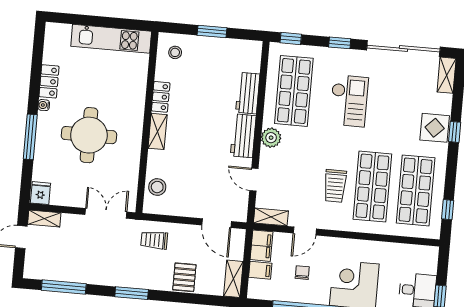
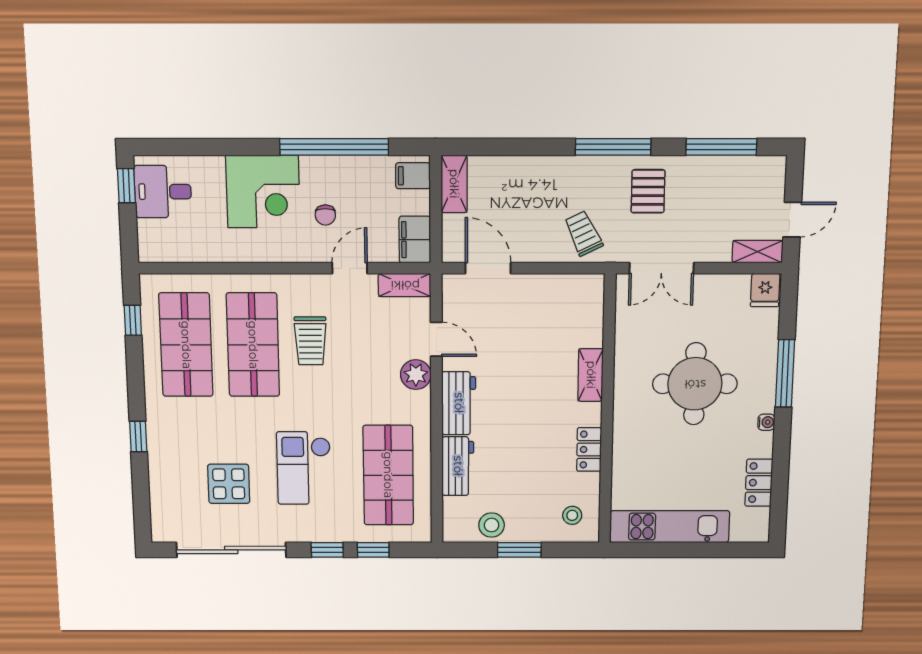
window: (291, 38) -> (373, 550), moved
shelving: (447, 75) -> (162, 517), removed
locker: (49, 81) -> (759, 483), moved
display table: (435, 128) -> (229, 484), moved
shelving: (158, 131) -> (591, 375), moved
plant: (271, 138) -> (416, 375), moved
trolley: (335, 186) -> (310, 341), turned 180
stool: (157, 187) -> (492, 525), moved
trolley: (154, 240) -> (583, 233), turned -116
filing cabinet: (260, 270) -> (413, 176), moved
chair: (302, 273) -> (325, 215), moved
pallet: (184, 277) -> (648, 191), moved
window: (132, 293) -> (613, 147), width x1.44

